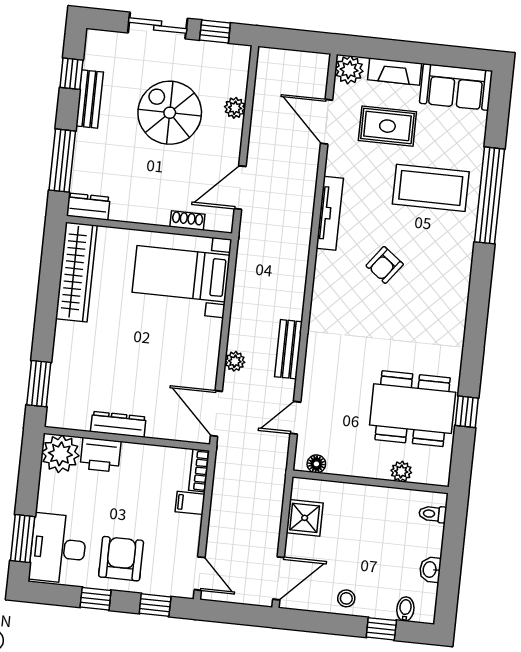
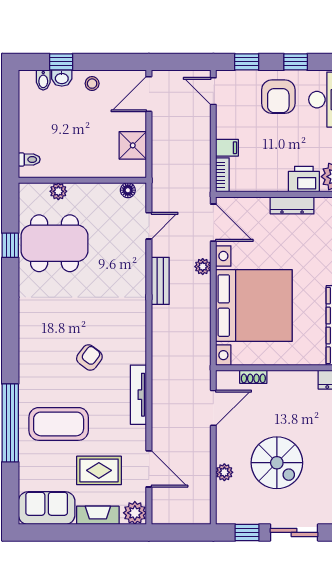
bed with nightstands: (181, 274) -> (254, 306), width x1.85
washbasin: (430, 570) -> (62, 78), moved, turned 90

